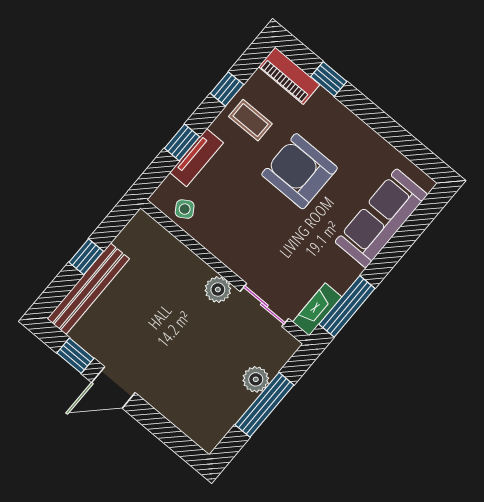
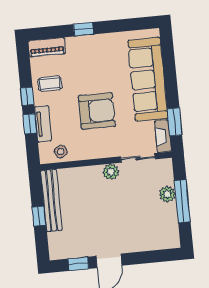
window: (329, 79) -> (83, 29), moved
window: (227, 89) -> (27, 96), moved
armchair: (300, 171) -> (97, 111), moved, turned 180
sofa: (381, 218) -> (148, 79), width x1.36, depth x1.27
bench: (88, 289) -> (51, 200), moved
window: (347, 306) -> (175, 122), width x0.69

